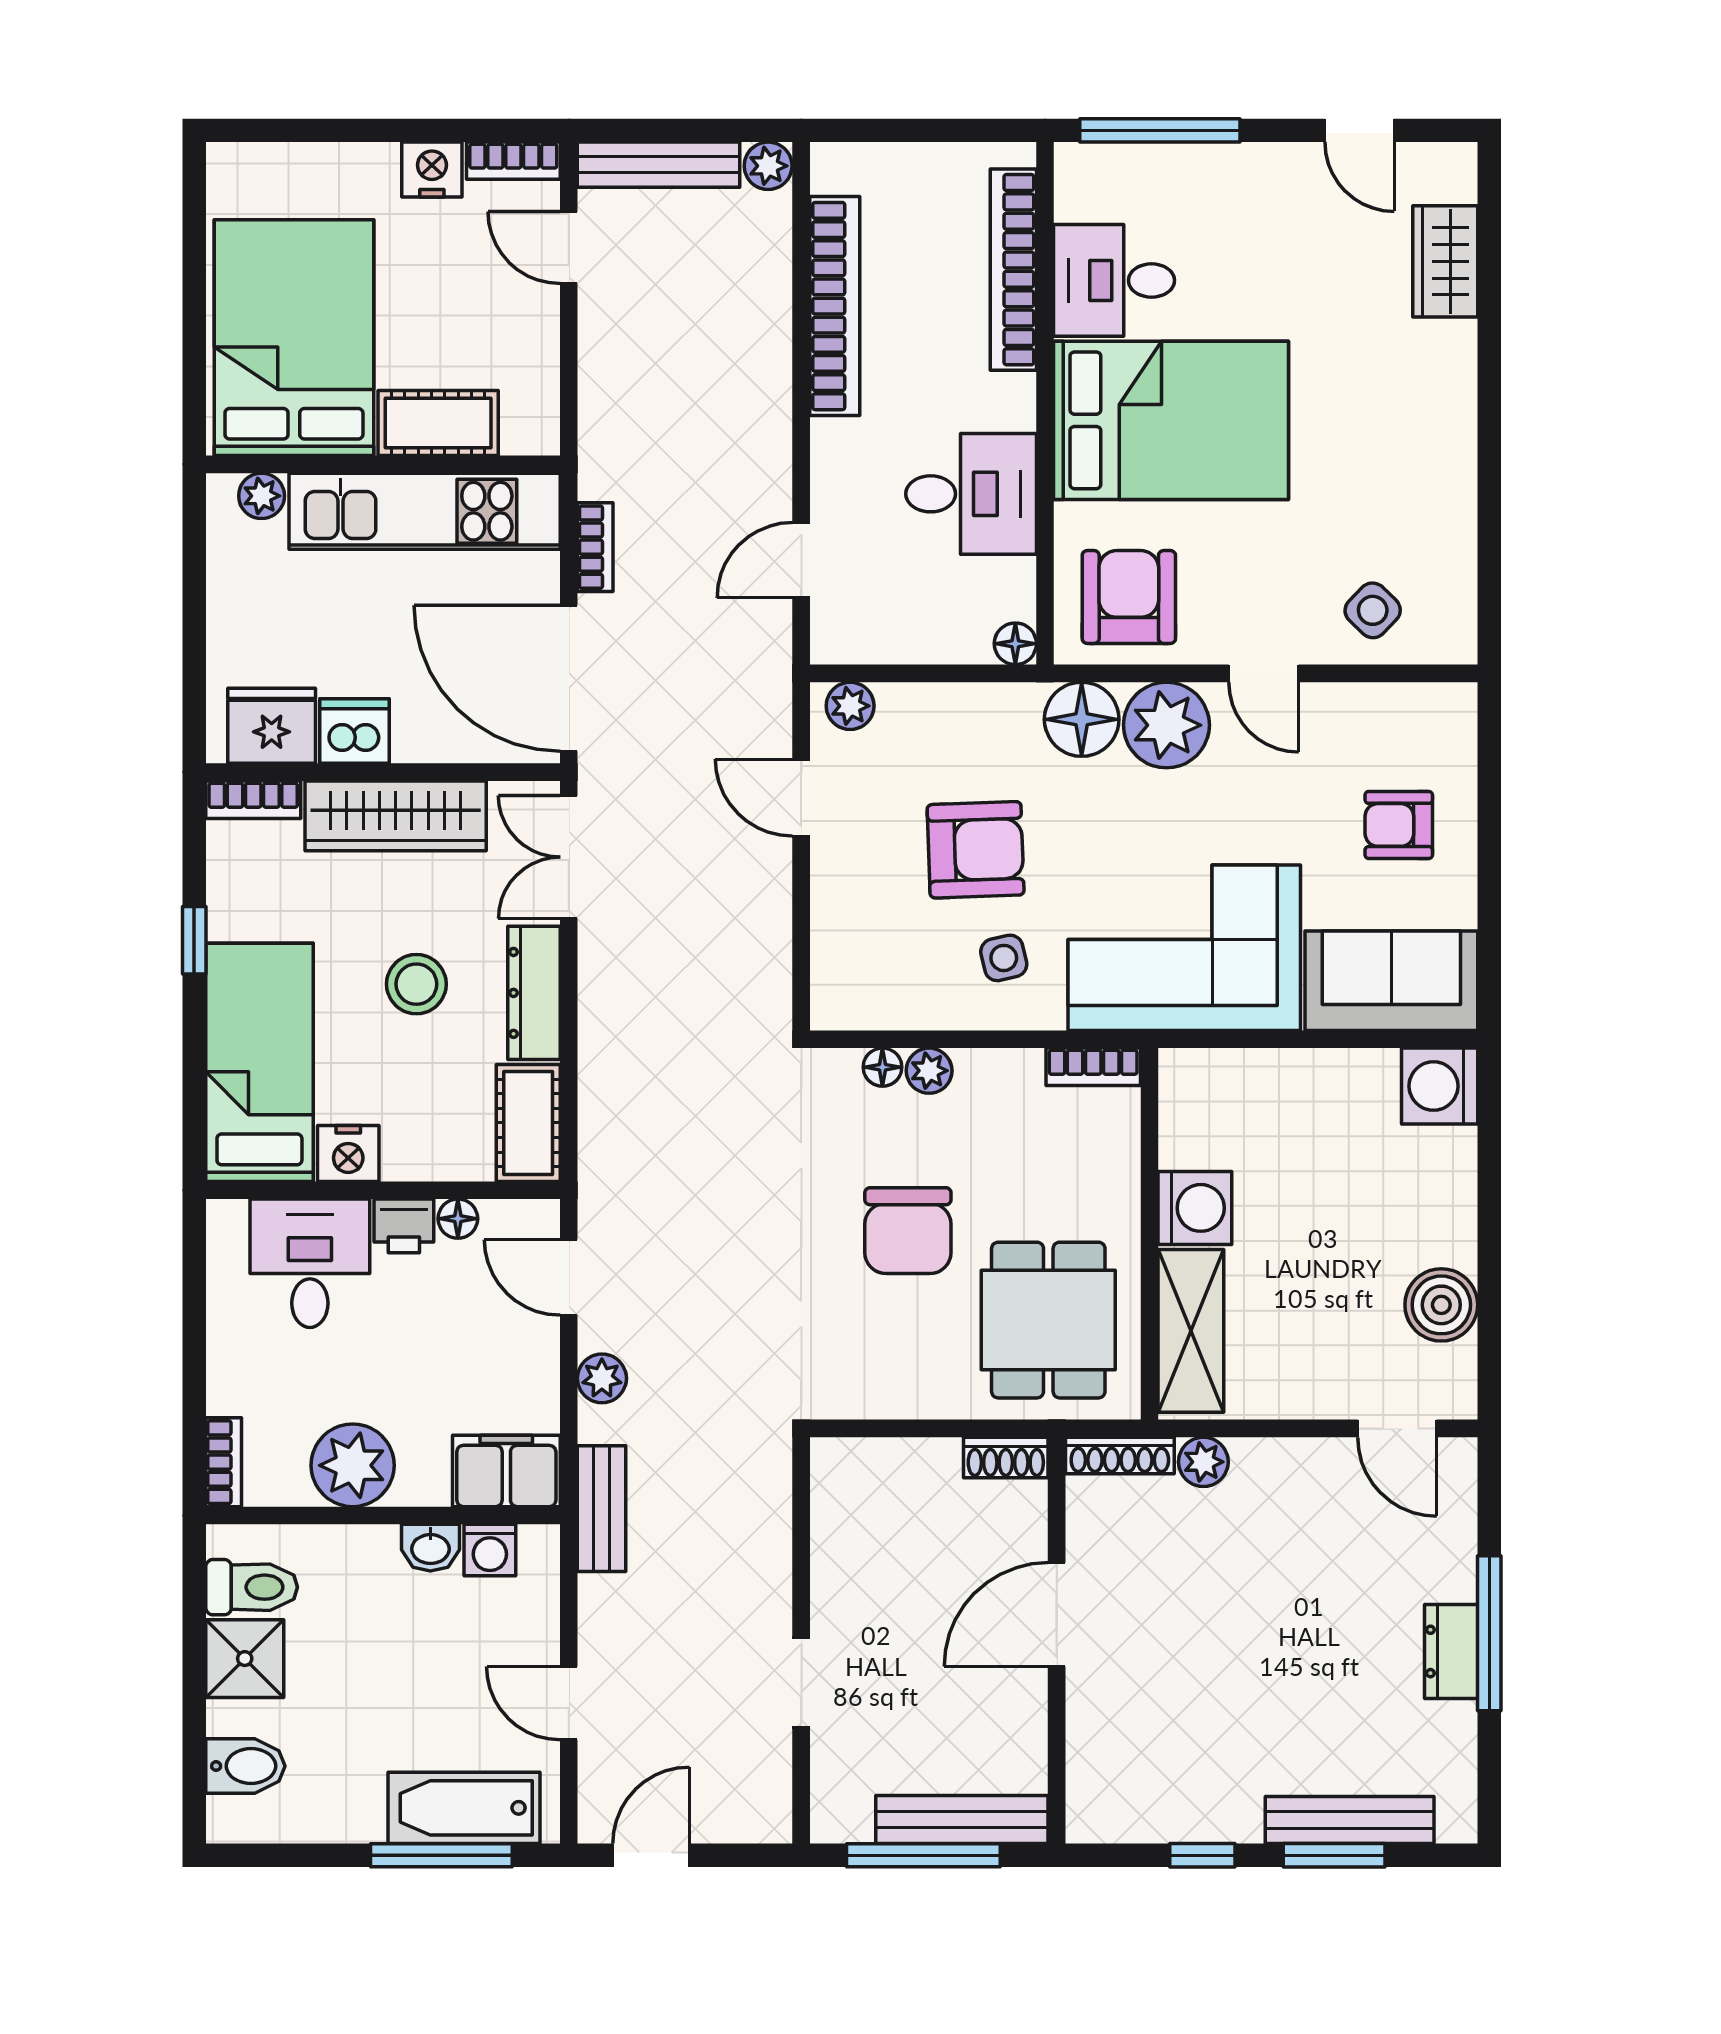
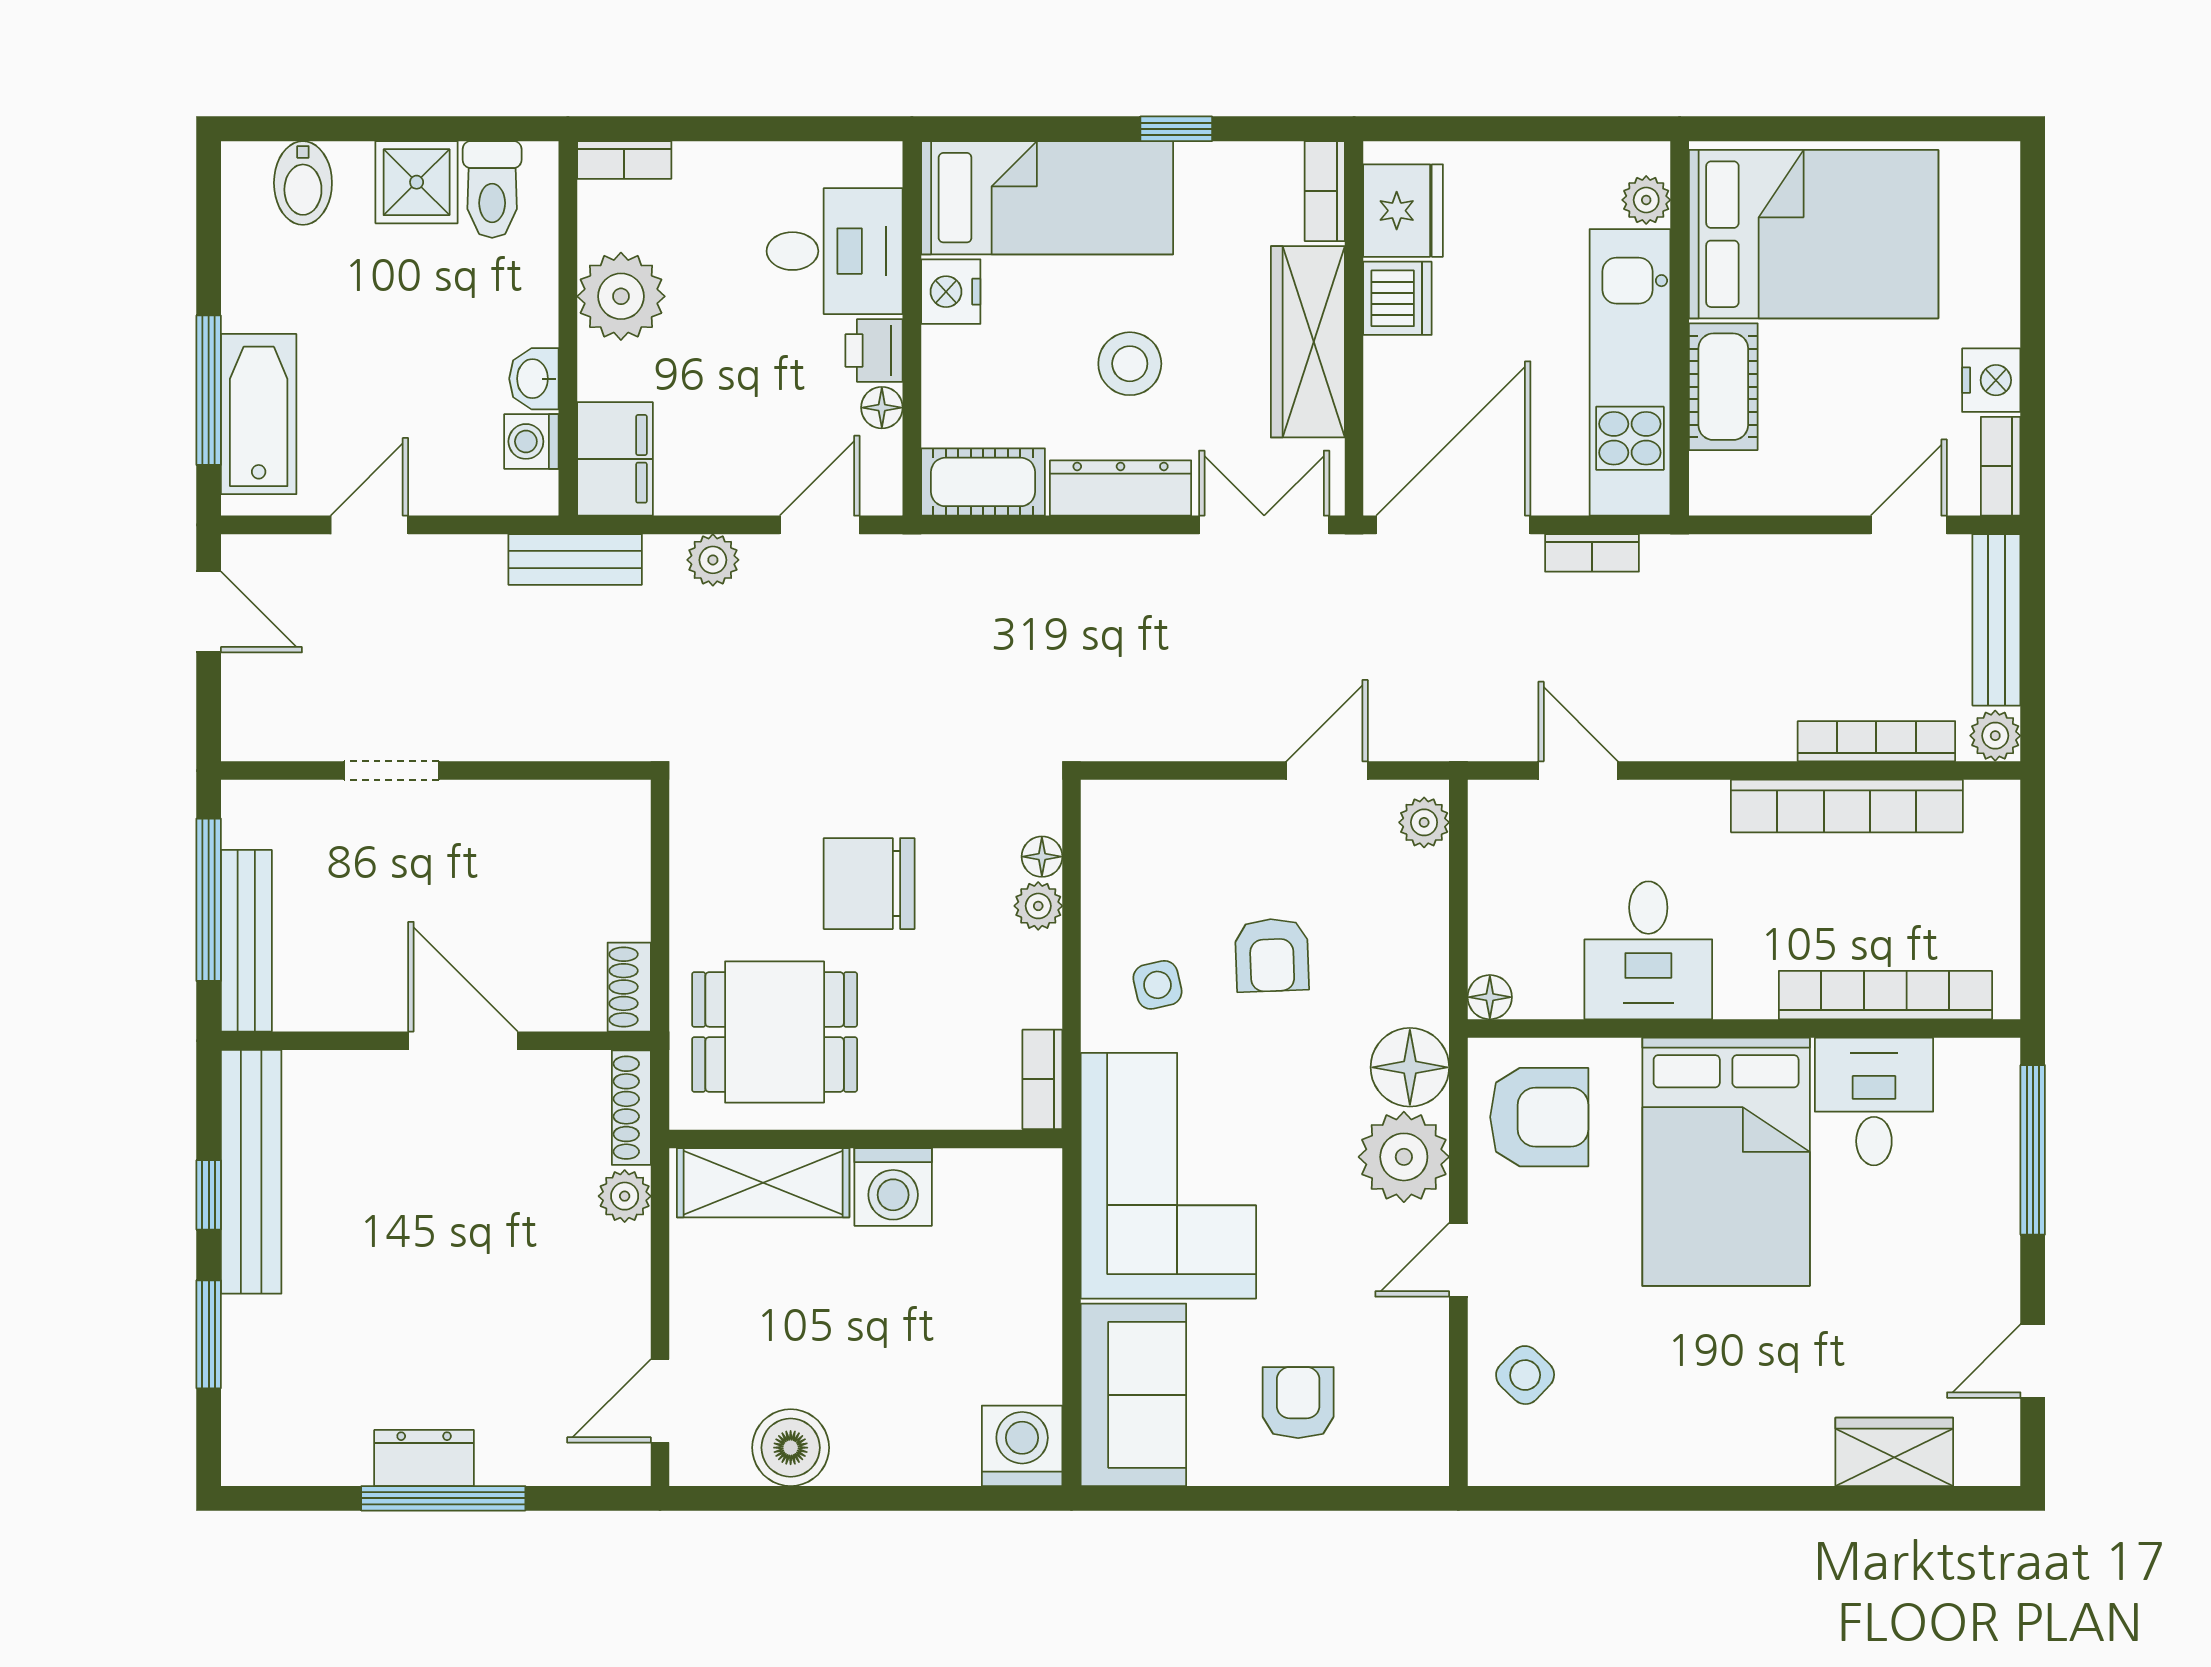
bookcase: (773, 278) -> (1876, 741), added
armchair: (976, 850) -> (1272, 955), width x0.72, depth x0.72
bench: (1350, 1820) -> (251, 1172), moved, width x1.37, depth x1.21

